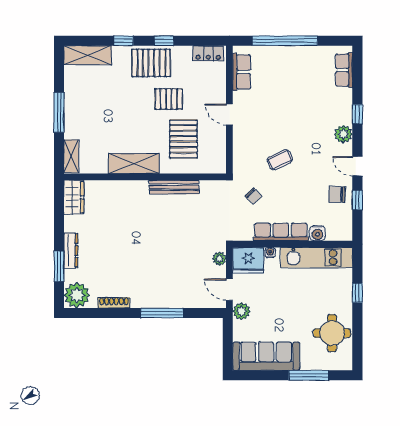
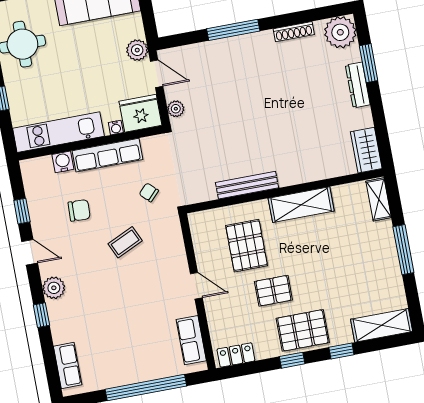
chair: (337, 194) -> (79, 210), moved

